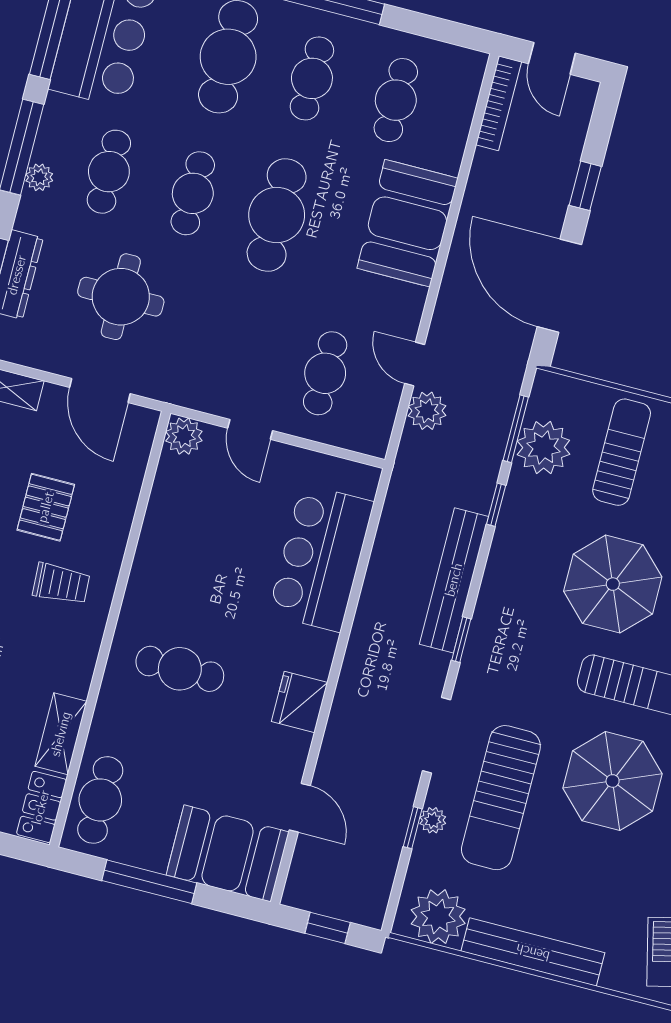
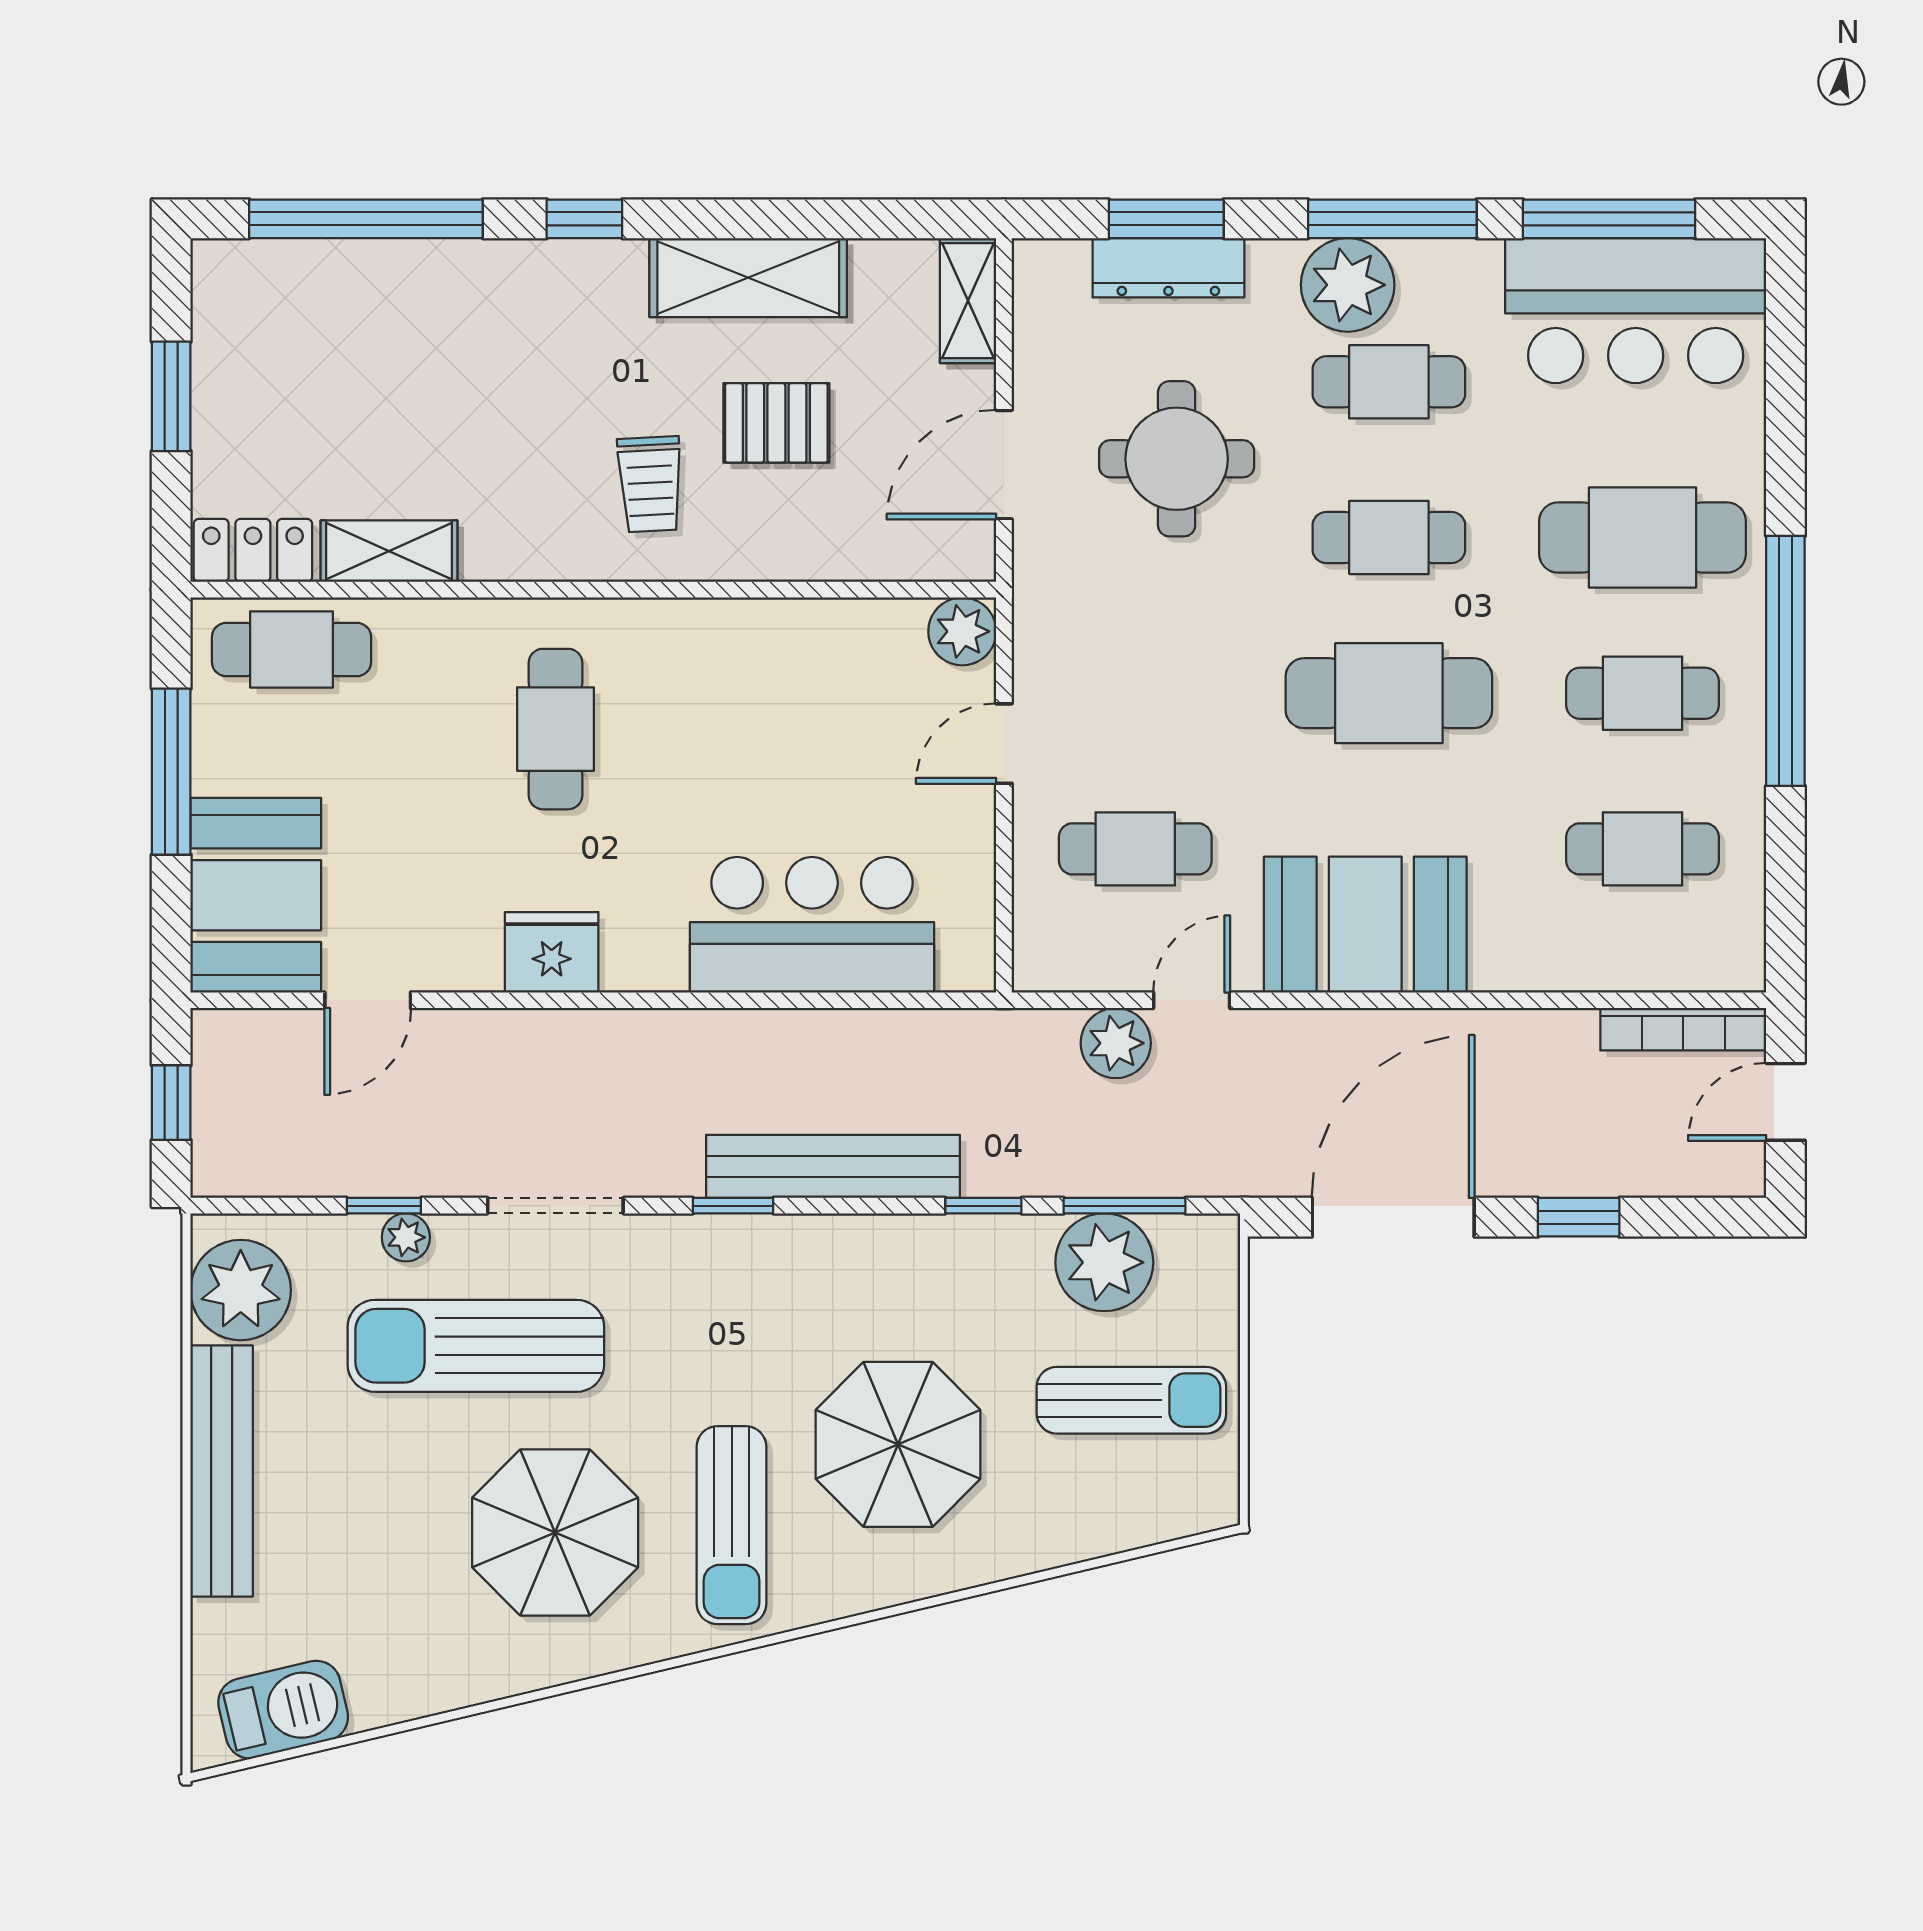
plant: (39, 177) -> (1348, 285), width x1.88, depth x1.88
booth: (407, 223) -> (1365, 925), moved

